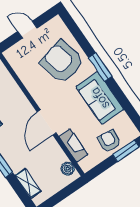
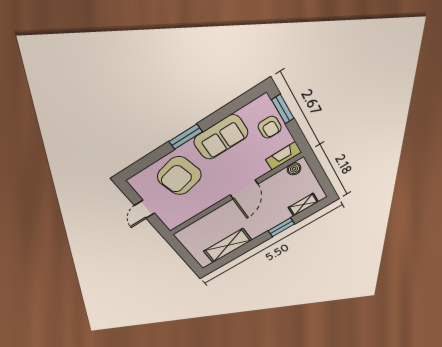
door: (47, 122) -> (244, 189), hinge flipped
armchair: (109, 141) -> (270, 127), turned -96
fireplace: (73, 145) -> (284, 156), moved

